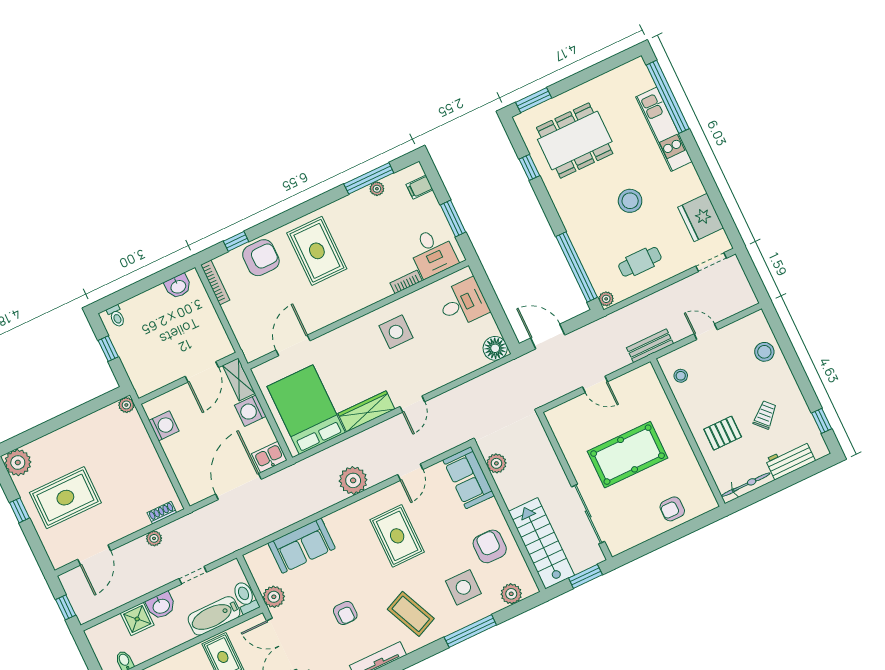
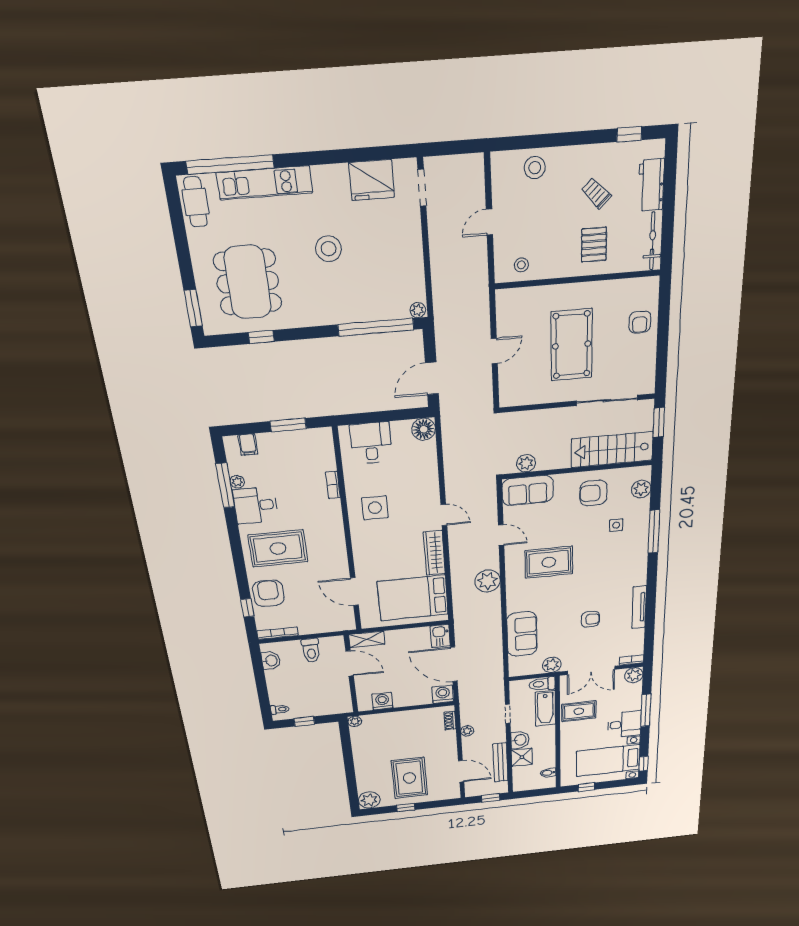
desk: (432, 252) -> (255, 505), moved, turned 180
cafe table: (640, 262) -> (196, 202), moved
toilet: (205, 325) -> (311, 650), added
bench: (650, 346) -> (500, 762), moved, width x1.36
washing machine: (250, 411) -> (443, 694), moved, turned 180
side table: (463, 587) -> (616, 525), width x0.54, depth x0.54
coffee table: (411, 614) -> (616, 572), removed

